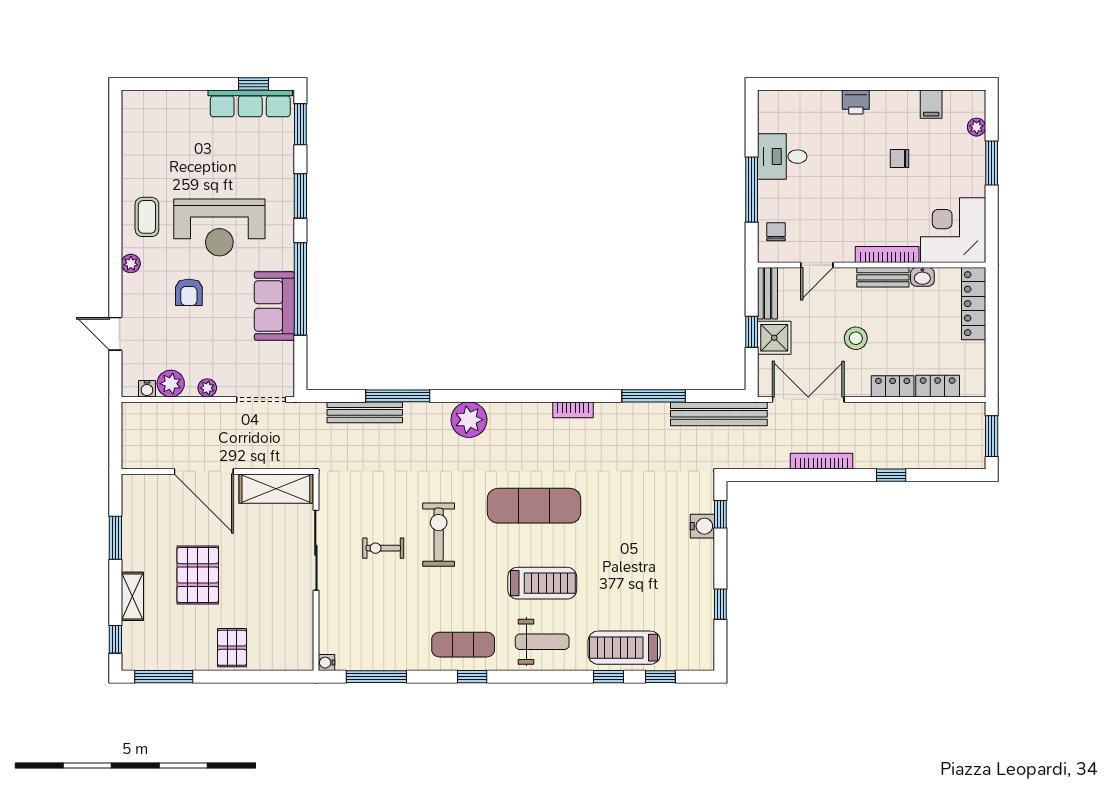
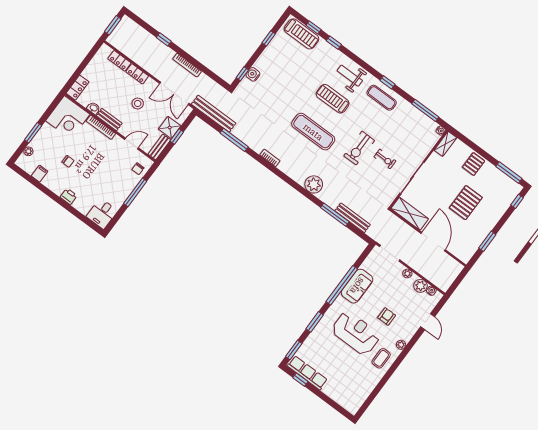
desk: (782, 157) -> (102, 214), moved, turned 90
locker: (974, 304) -> (78, 88), width x0.66
shelving: (132, 596) -> (445, 144), moved
treadmill: (624, 648) -> (302, 34), moved

